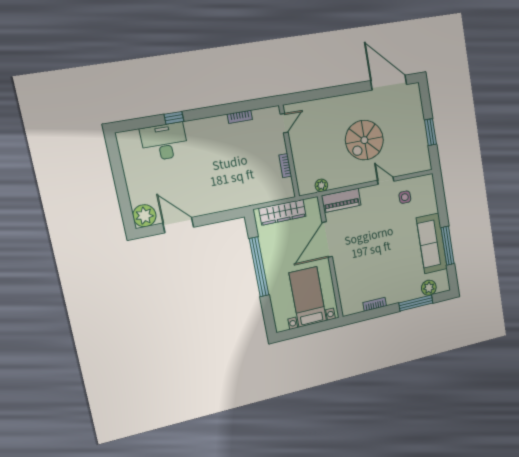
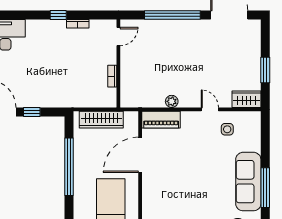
window: (334, 92) -> (172, 15), added
window: (174, 118) -> (58, 15), moved
spiral stairs: (364, 140) -> (195, 66), removed
wardrobe: (418, 164) -> (246, 99), added
plant: (321, 185) -> (172, 101), moved
window: (209, 219) -> (32, 112), added

